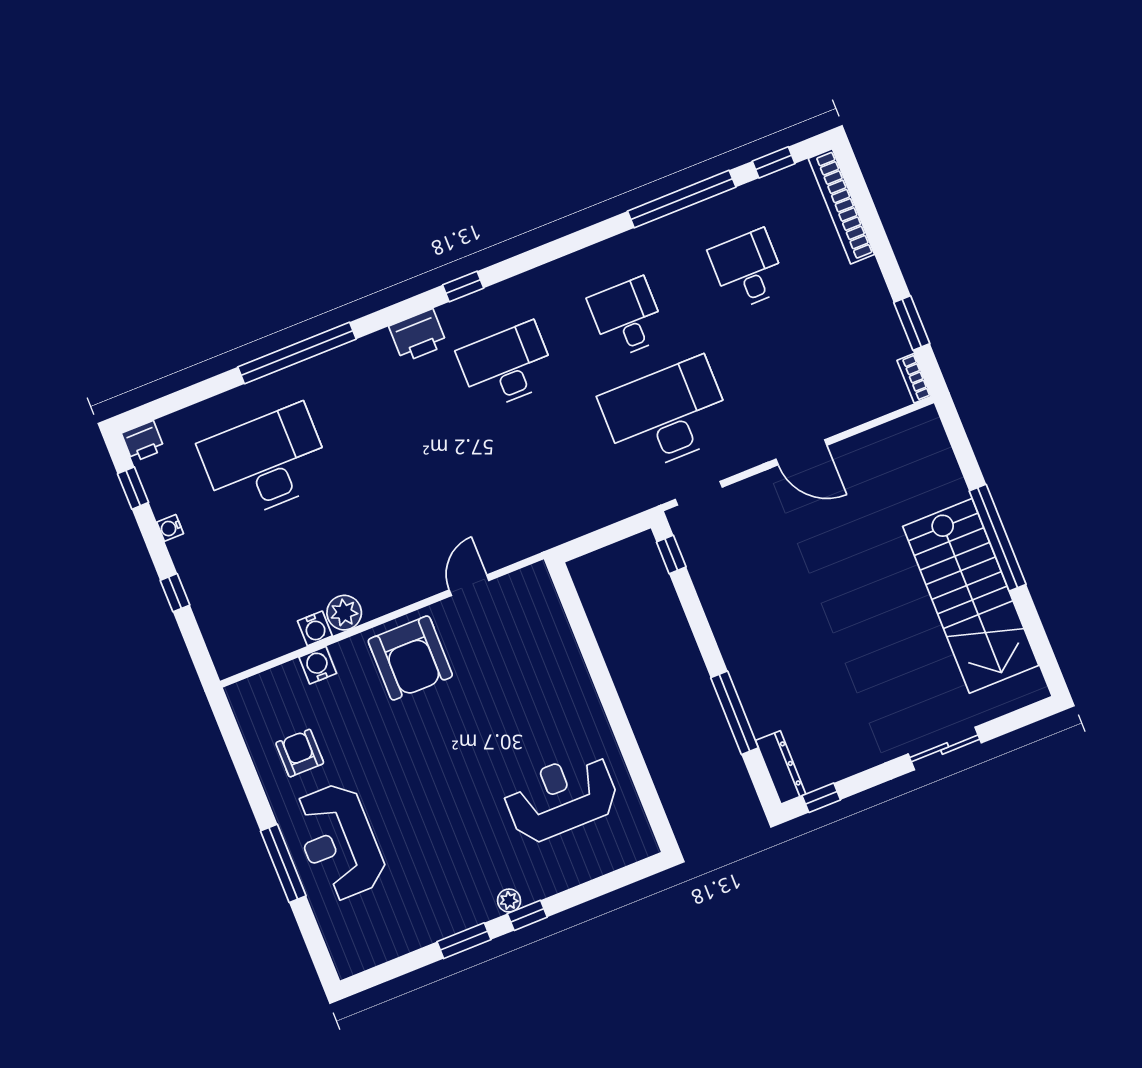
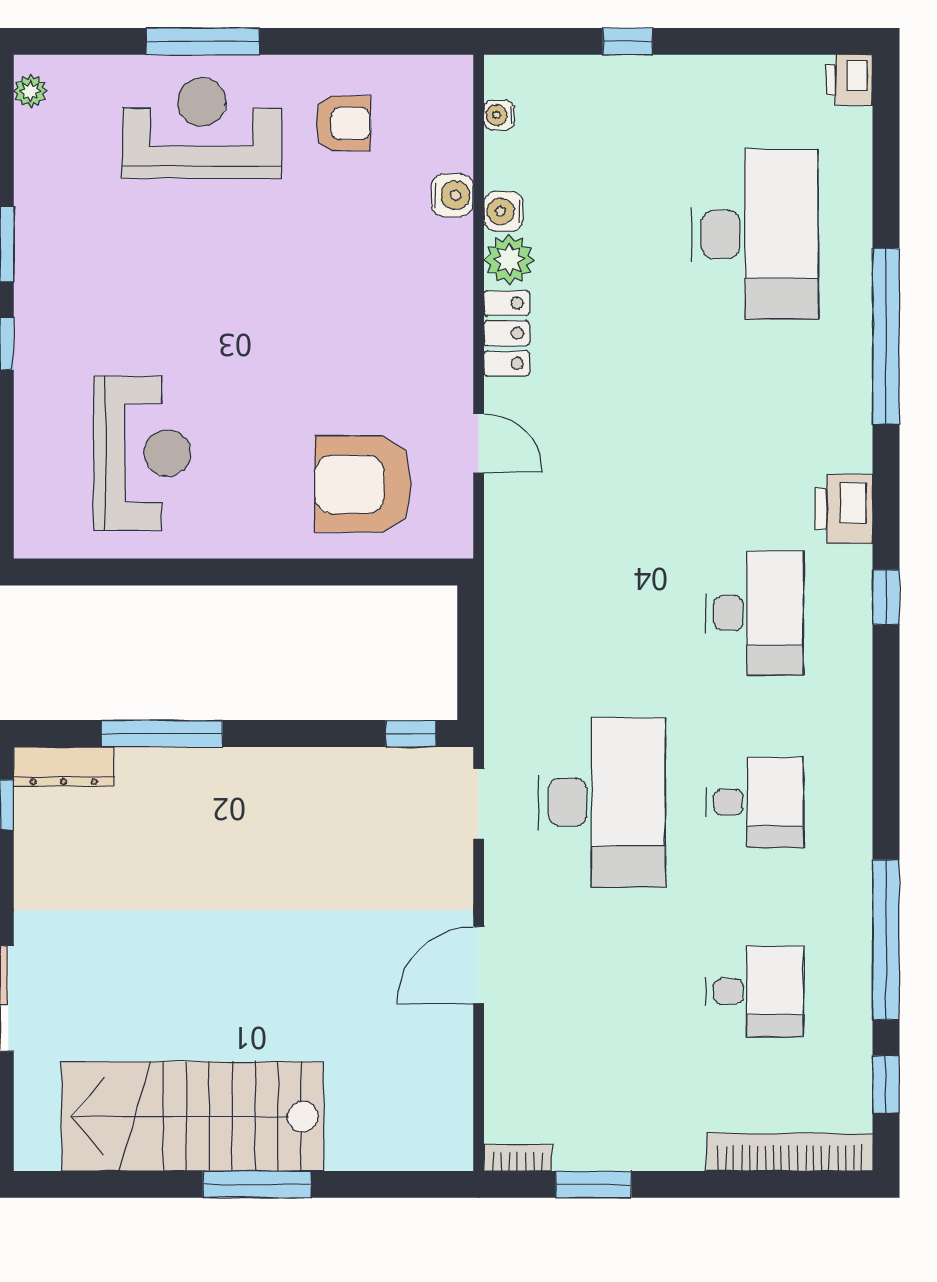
window: (133, 488) -> (792, 41), removed
water cooler: (170, 528) -> (499, 115), moved, turned -90
window: (998, 538) -> (257, 1184), width x0.68
locker: (392, 595) -> (507, 333), added
armchair: (410, 658) -> (363, 484), moved
plant: (509, 900) -> (30, 91), moved

